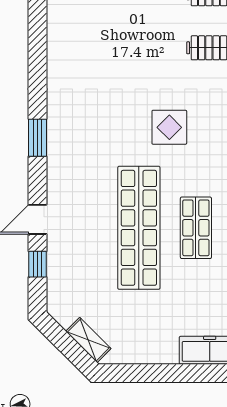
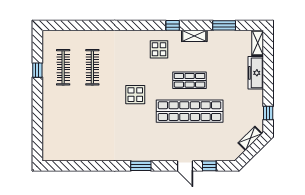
window: (135, 373) -> (268, 113), added

